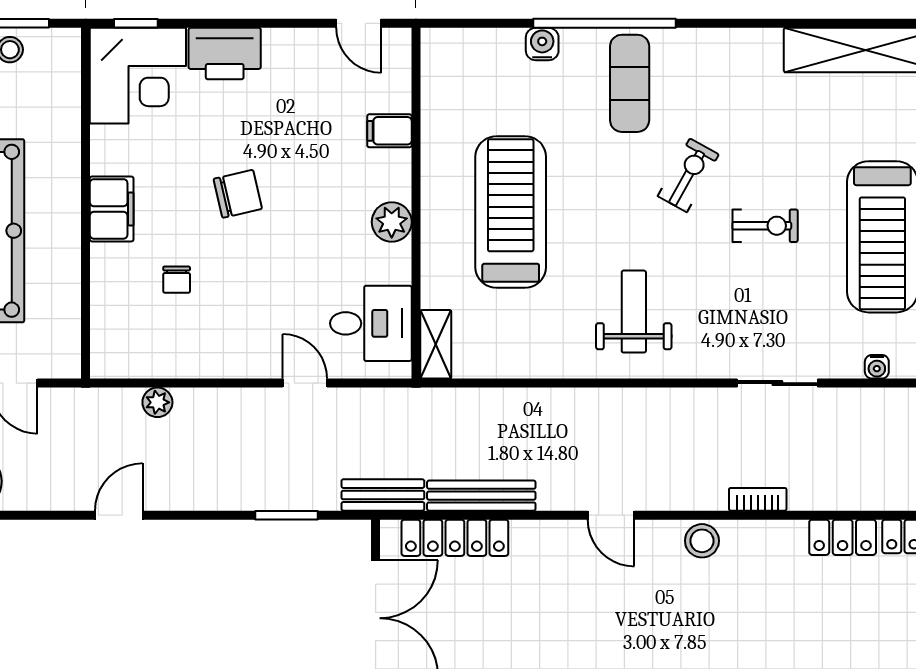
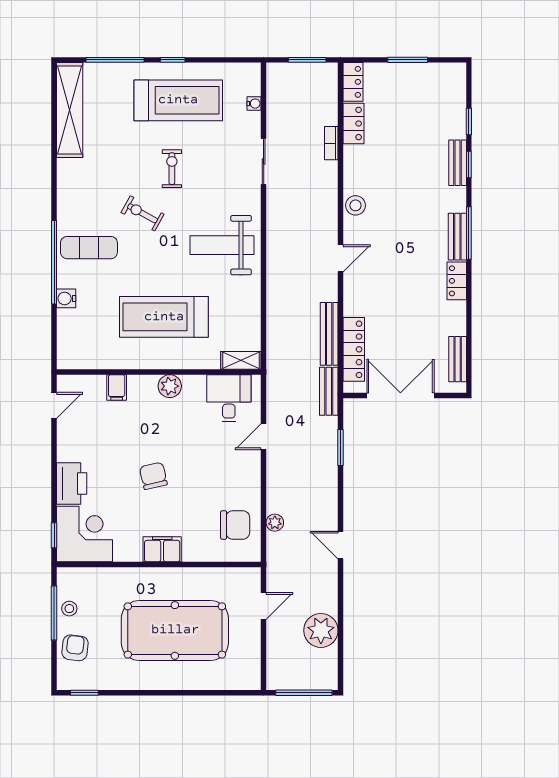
chair: (177, 280) -> (235, 525), moved, width x1.87, depth x1.87
weight bench: (634, 312) -> (222, 245), width x1.36, depth x1.33
bookcase: (758, 499) -> (331, 143), moved

